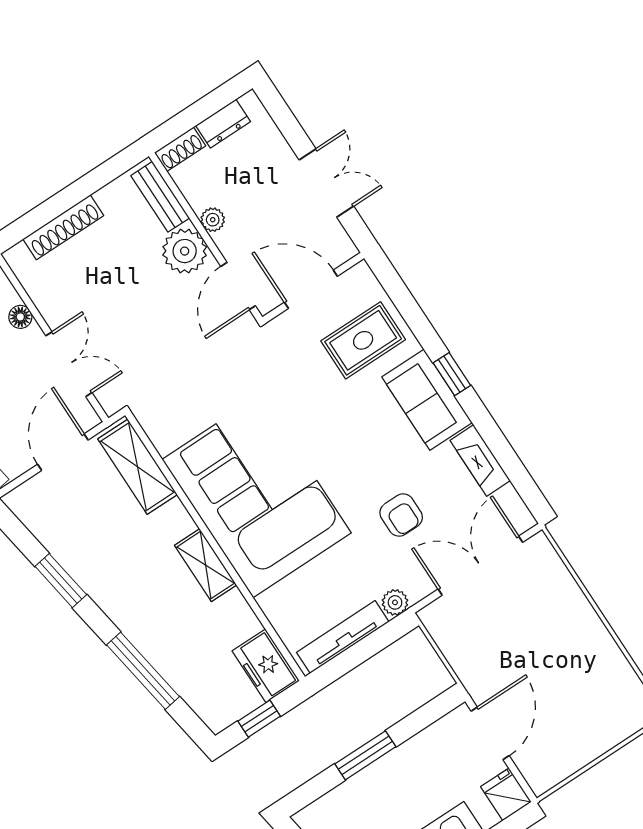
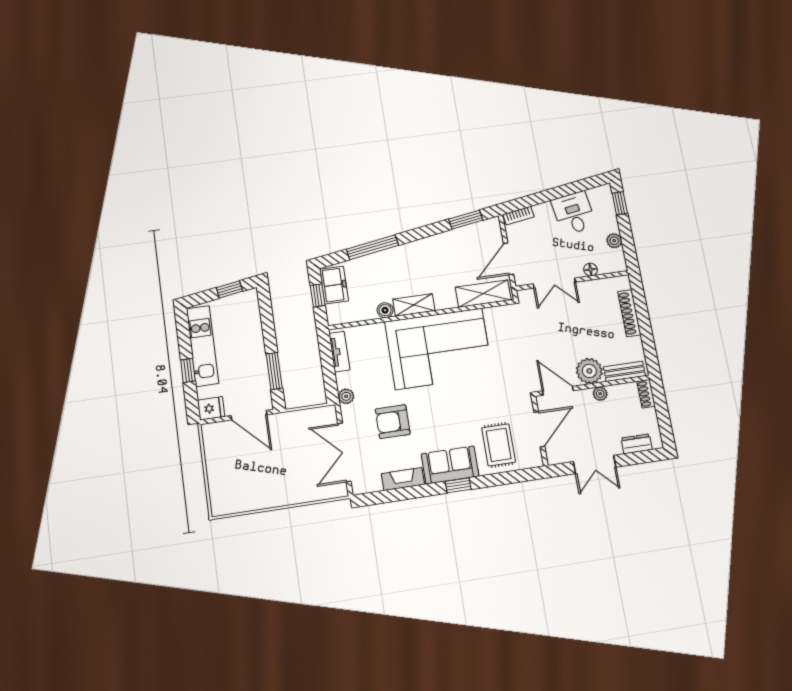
dresser: (223, 124) -> (637, 444), moved, turned 90
door: (63, 452) -> (508, 259), swing flipped
armchair: (401, 515) -> (393, 422), width x1.38, depth x1.38
double door: (480, 566) -> (344, 452), swing flipped
window: (61, 581) -> (466, 220), moved
boiler: (234, 605) -> (385, 310), added
tv unit: (343, 637) -> (339, 352), width x0.71
freezer: (266, 666) -> (334, 285), moved, turned 90
window: (365, 755) -> (274, 371), moved

